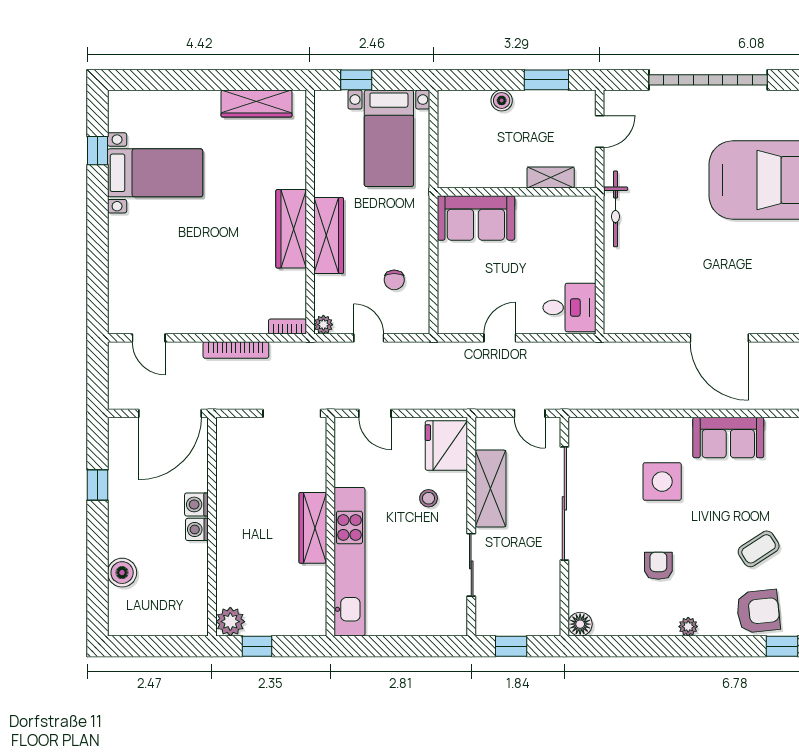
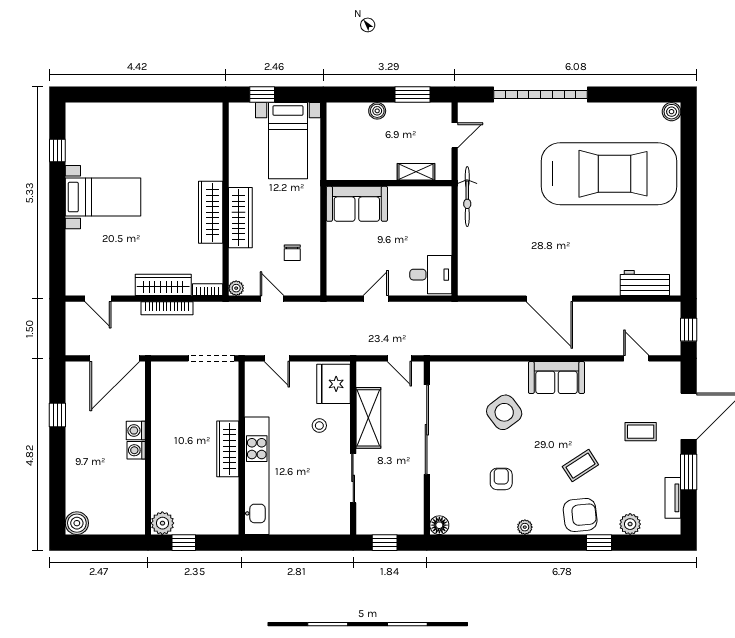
wardrobe: (257, 104) -> (163, 285), moved, turned 180
bed with nightstands: (155, 173) -> (103, 197), moved
side table: (662, 482) -> (504, 412), turned -37
boiler: (122, 573) -> (77, 523), moved

